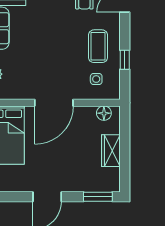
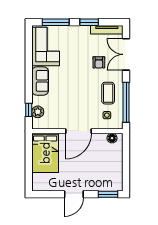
window: (125, 60) -> (126, 102), width x3.17
wardrobe: (111, 151) -> (117, 163), removed

